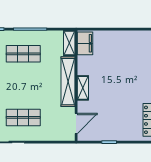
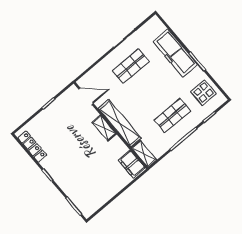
door: (76, 124) -> (86, 96), swing flipped

